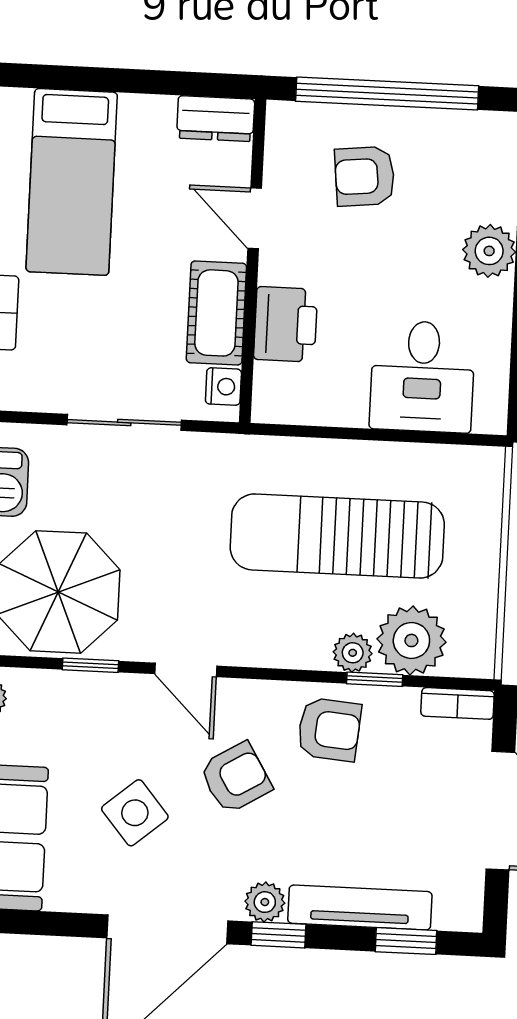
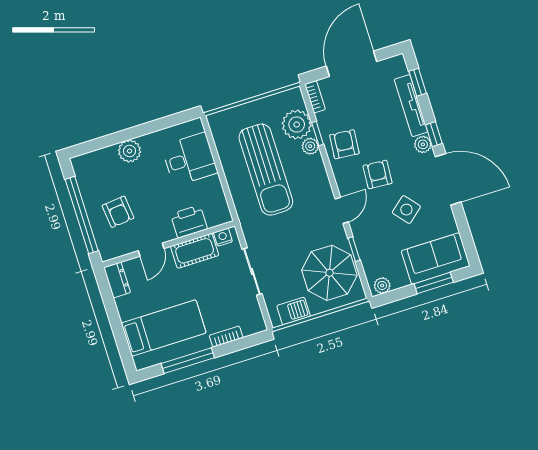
armchair: (236, 778) -> (378, 174), turned 35

